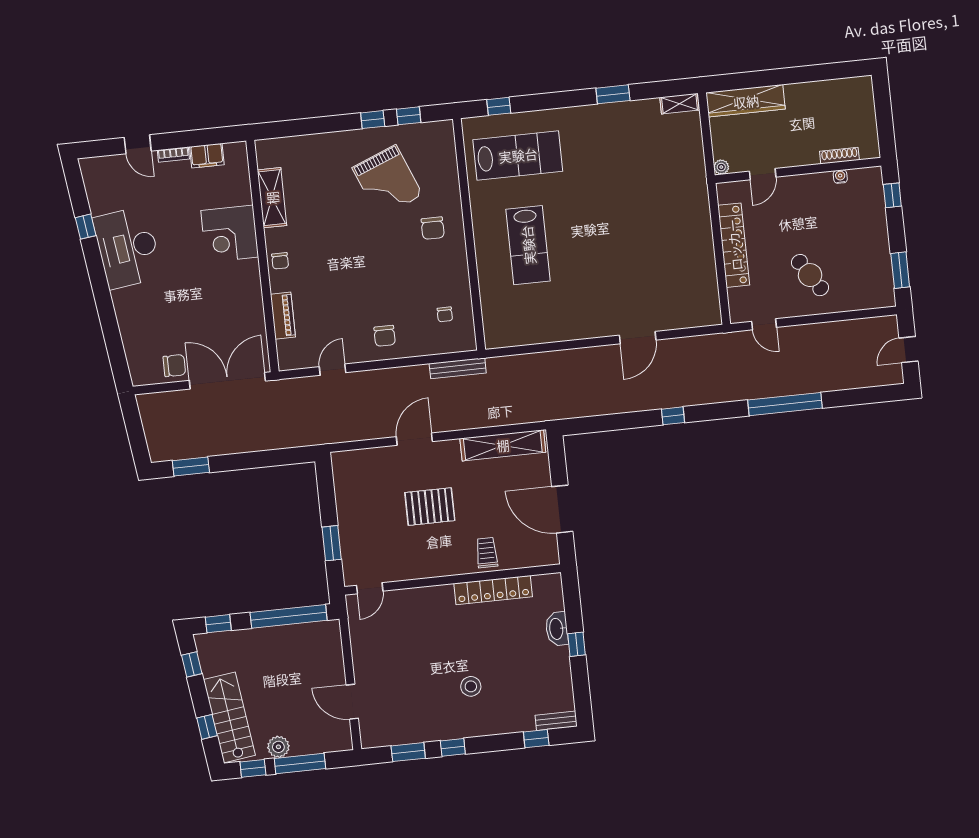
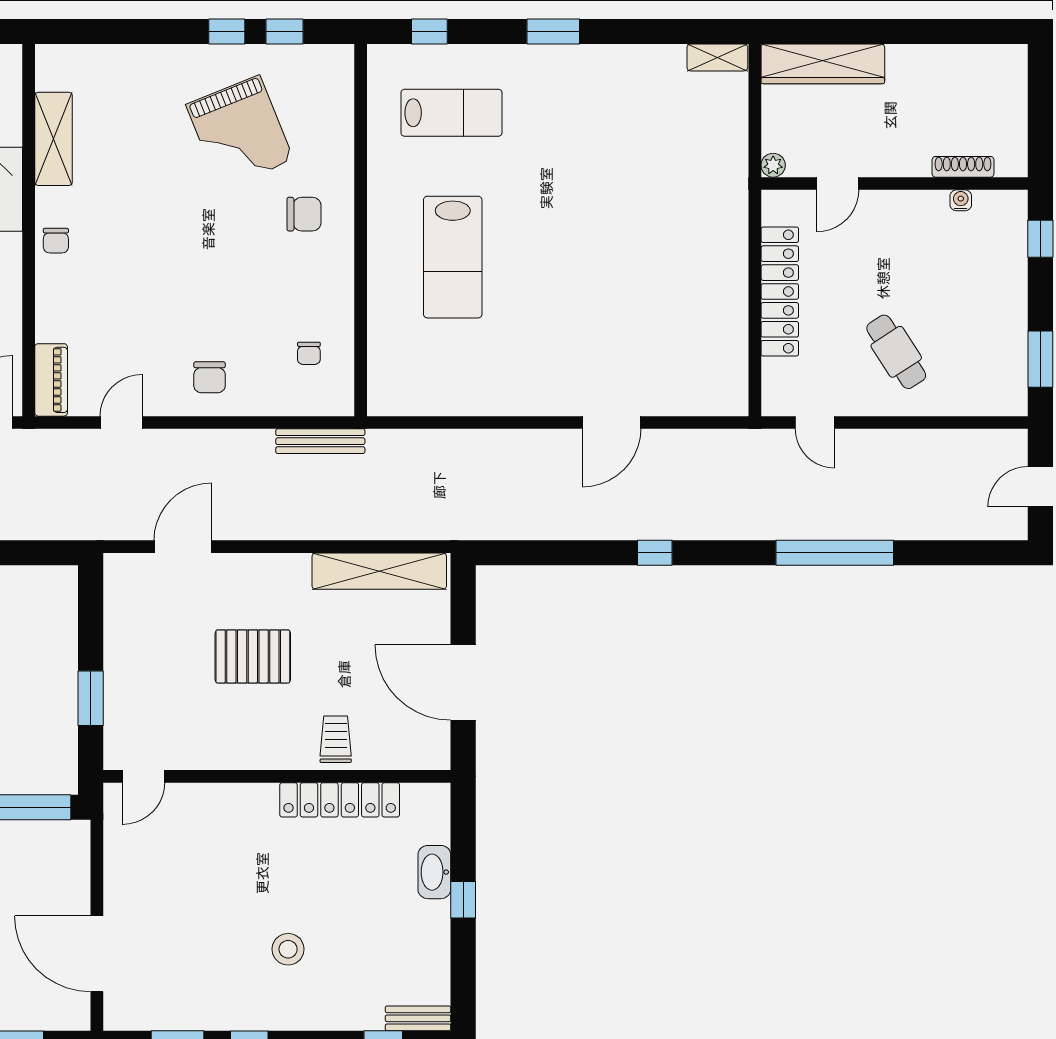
window: (613, 94) -> (553, 31), moved
lab bench: (518, 155) -> (451, 113), width x0.73, depth x0.72
chair: (433, 228) -> (304, 214), turned -90
piano: (283, 316) -> (51, 380), moved
door: (414, 439) -> (183, 547), moved
door: (352, 702) -> (97, 954), width x1.36

